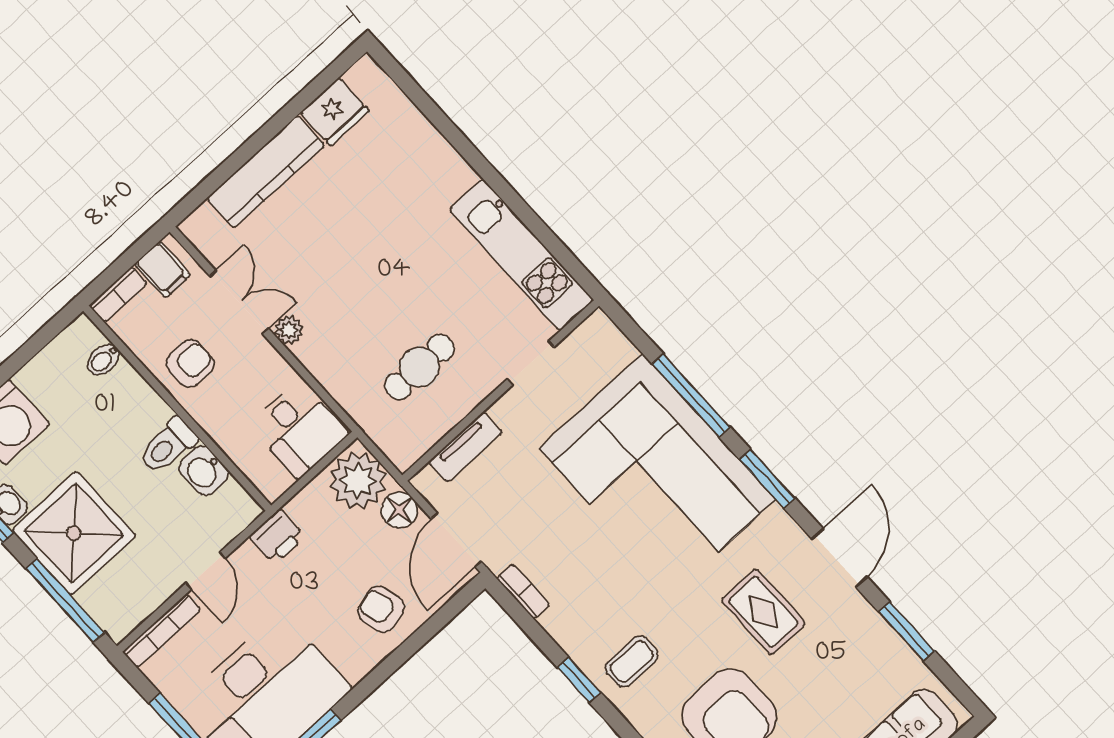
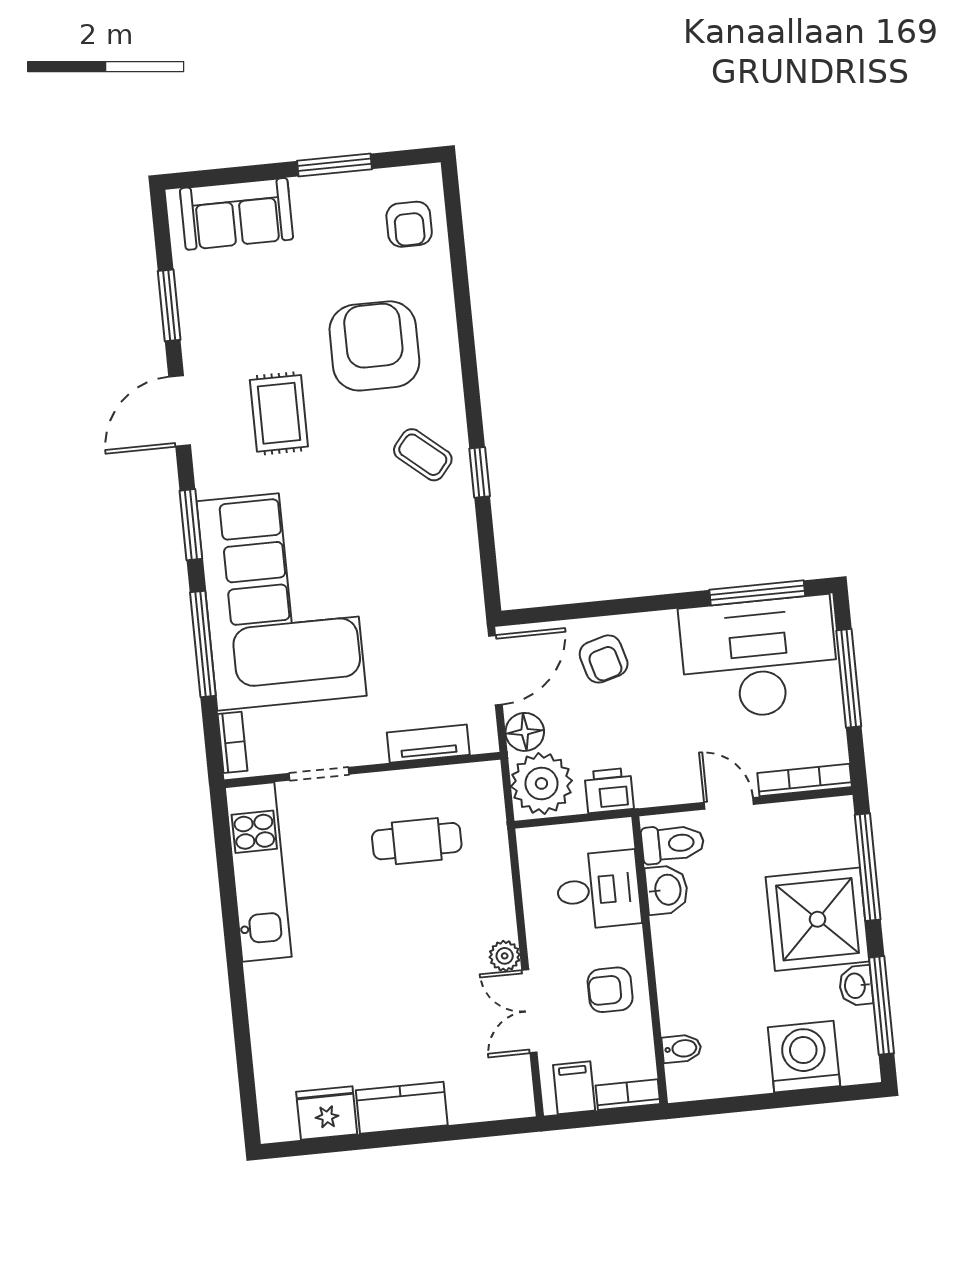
kitchen counter: (266, 172) -> (402, 1108), width x0.67
desk: (299, 429) -> (598, 890), moved, turned 90
toilet: (168, 446) -> (673, 844), moved
printer: (277, 537) -> (609, 790), moved
door: (206, 571) -> (729, 803), hinge flipped
bookcase: (523, 591) -> (232, 742), moved, turned 180
coffee table: (632, 661) -> (423, 455), turned 40

